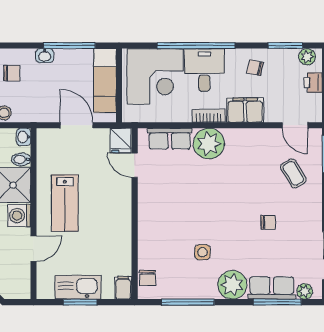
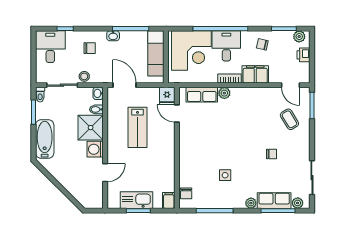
door: (77, 125) -> (125, 85), moved
plant: (209, 144) -> (224, 93), width x0.53, depth x0.53
lab bench: (65, 203) -> (138, 127), moved
plant: (232, 285) -> (251, 203), width x0.53, depth x0.53

